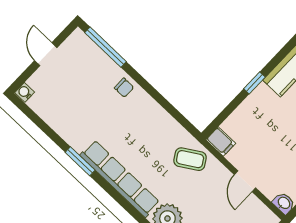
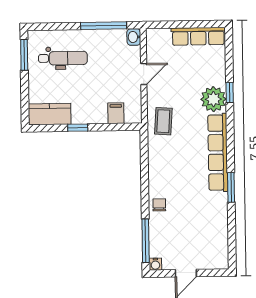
water cooler: (25, 92) -> (155, 264), moved
filing cabinet: (221, 142) -> (116, 113), moved
coffee table: (190, 159) -> (163, 121), turned 36

